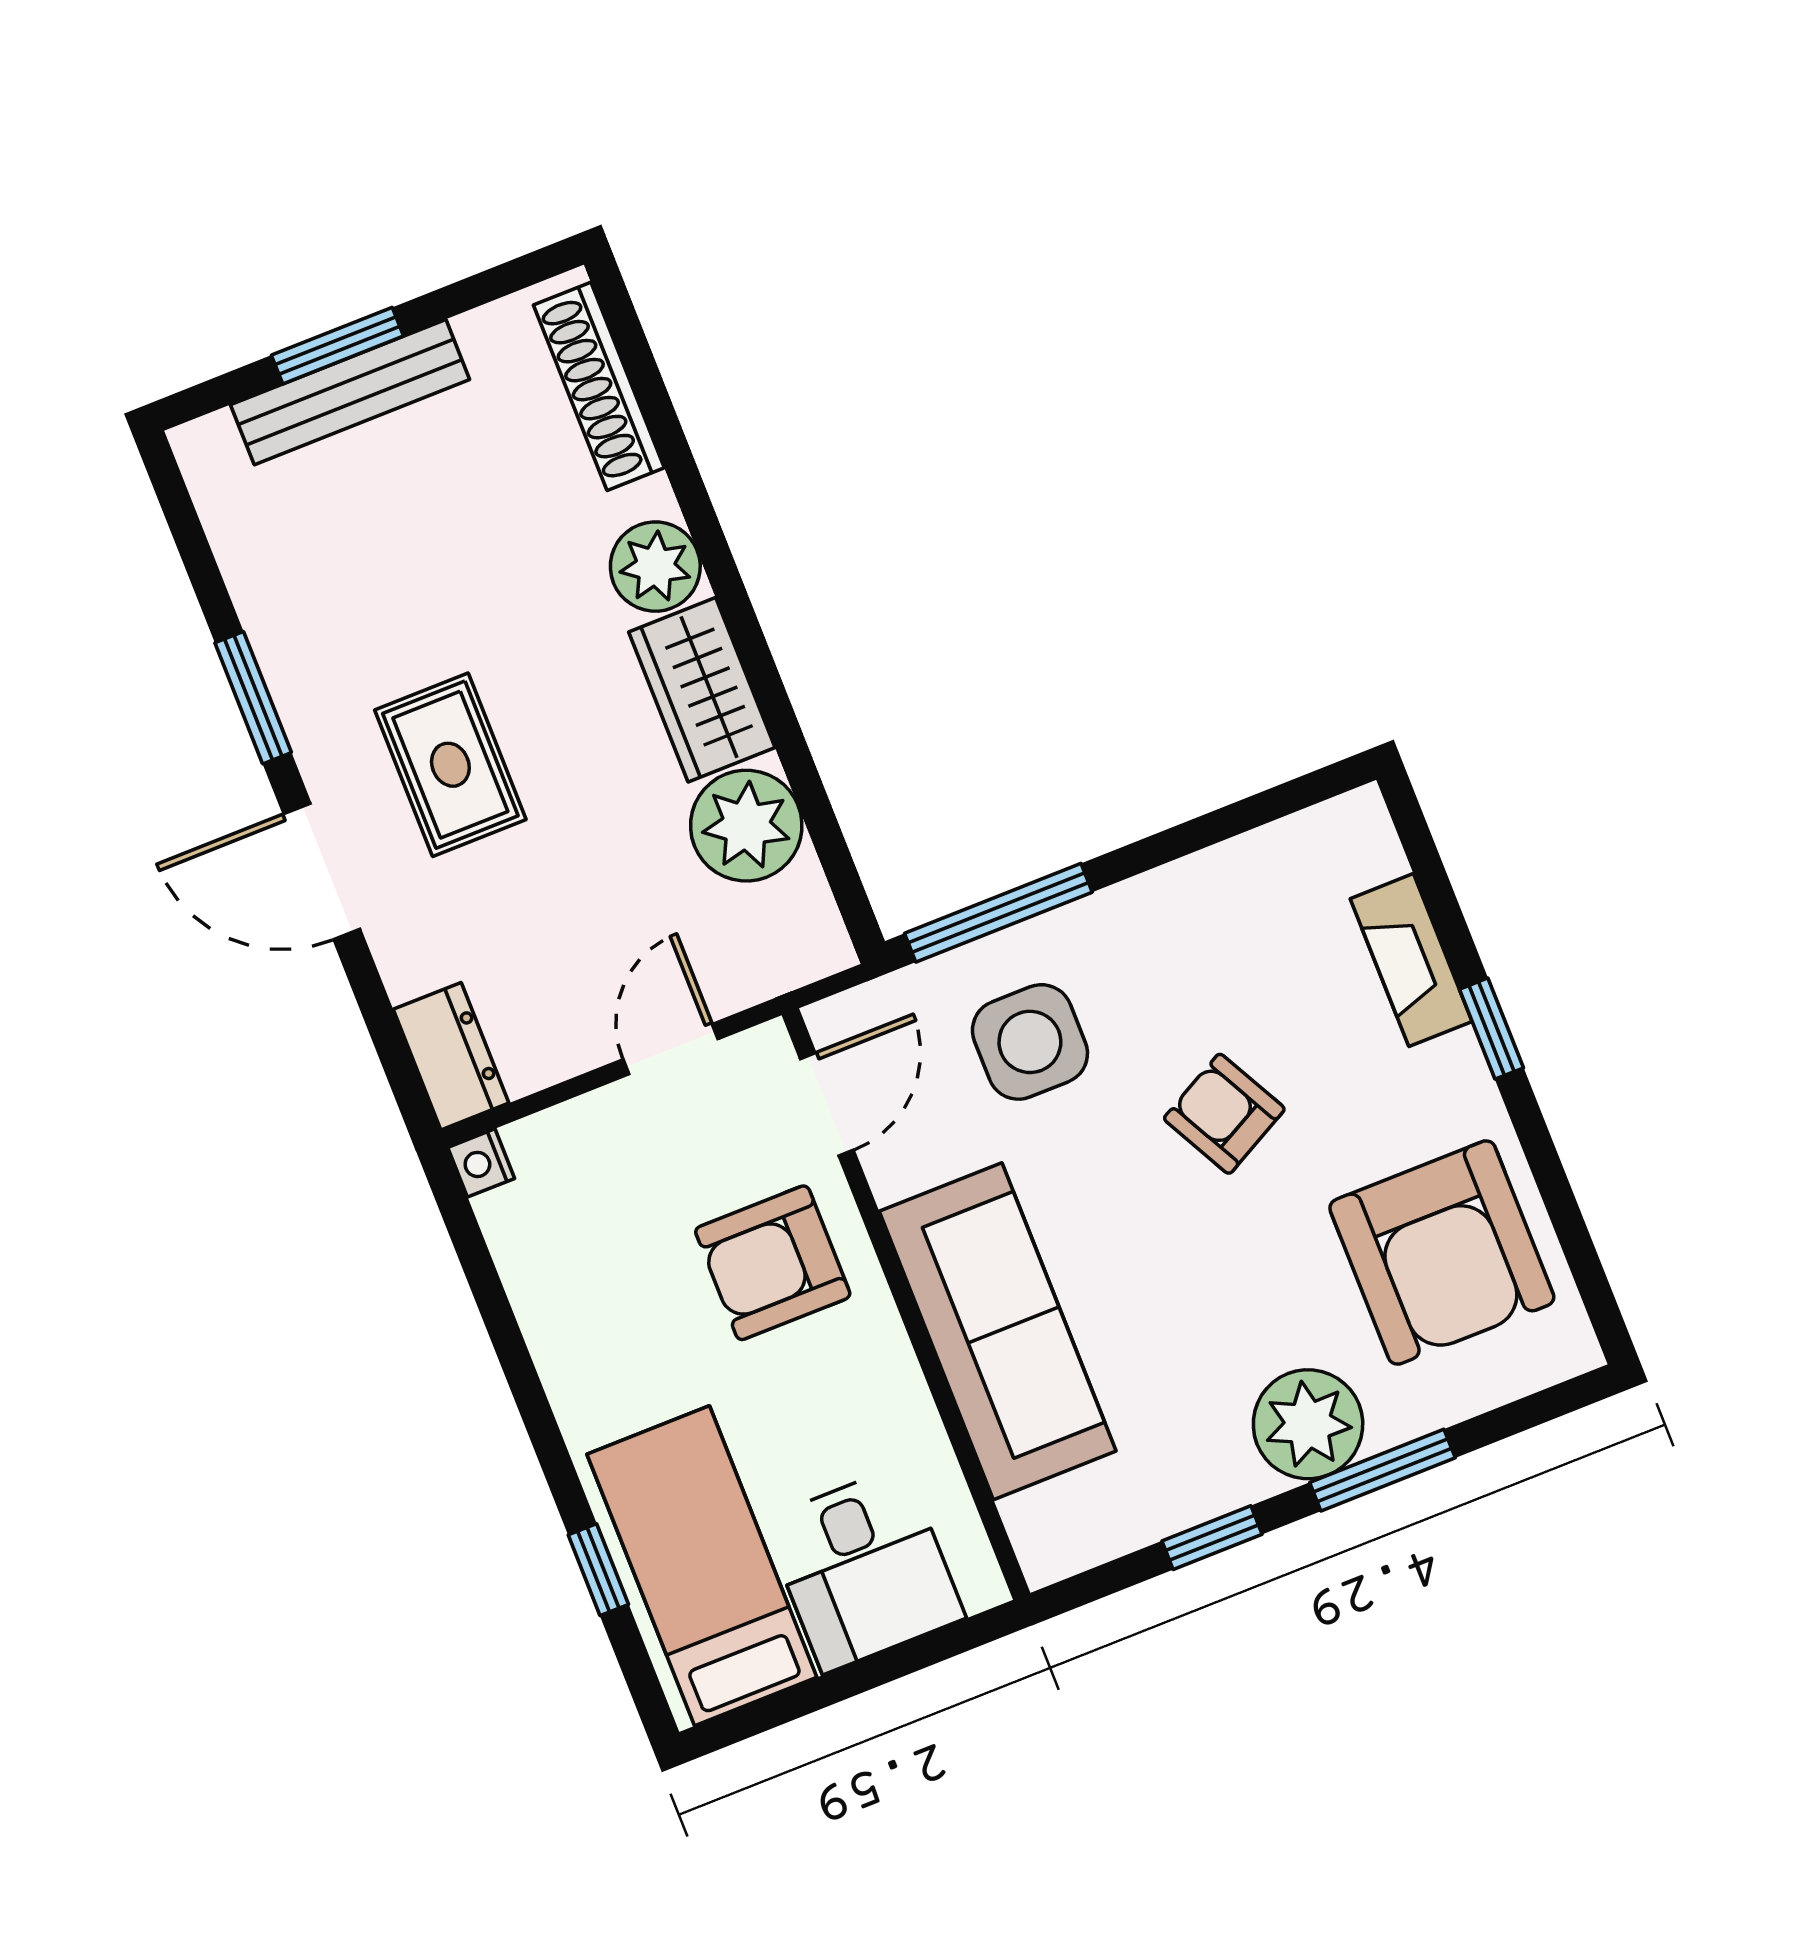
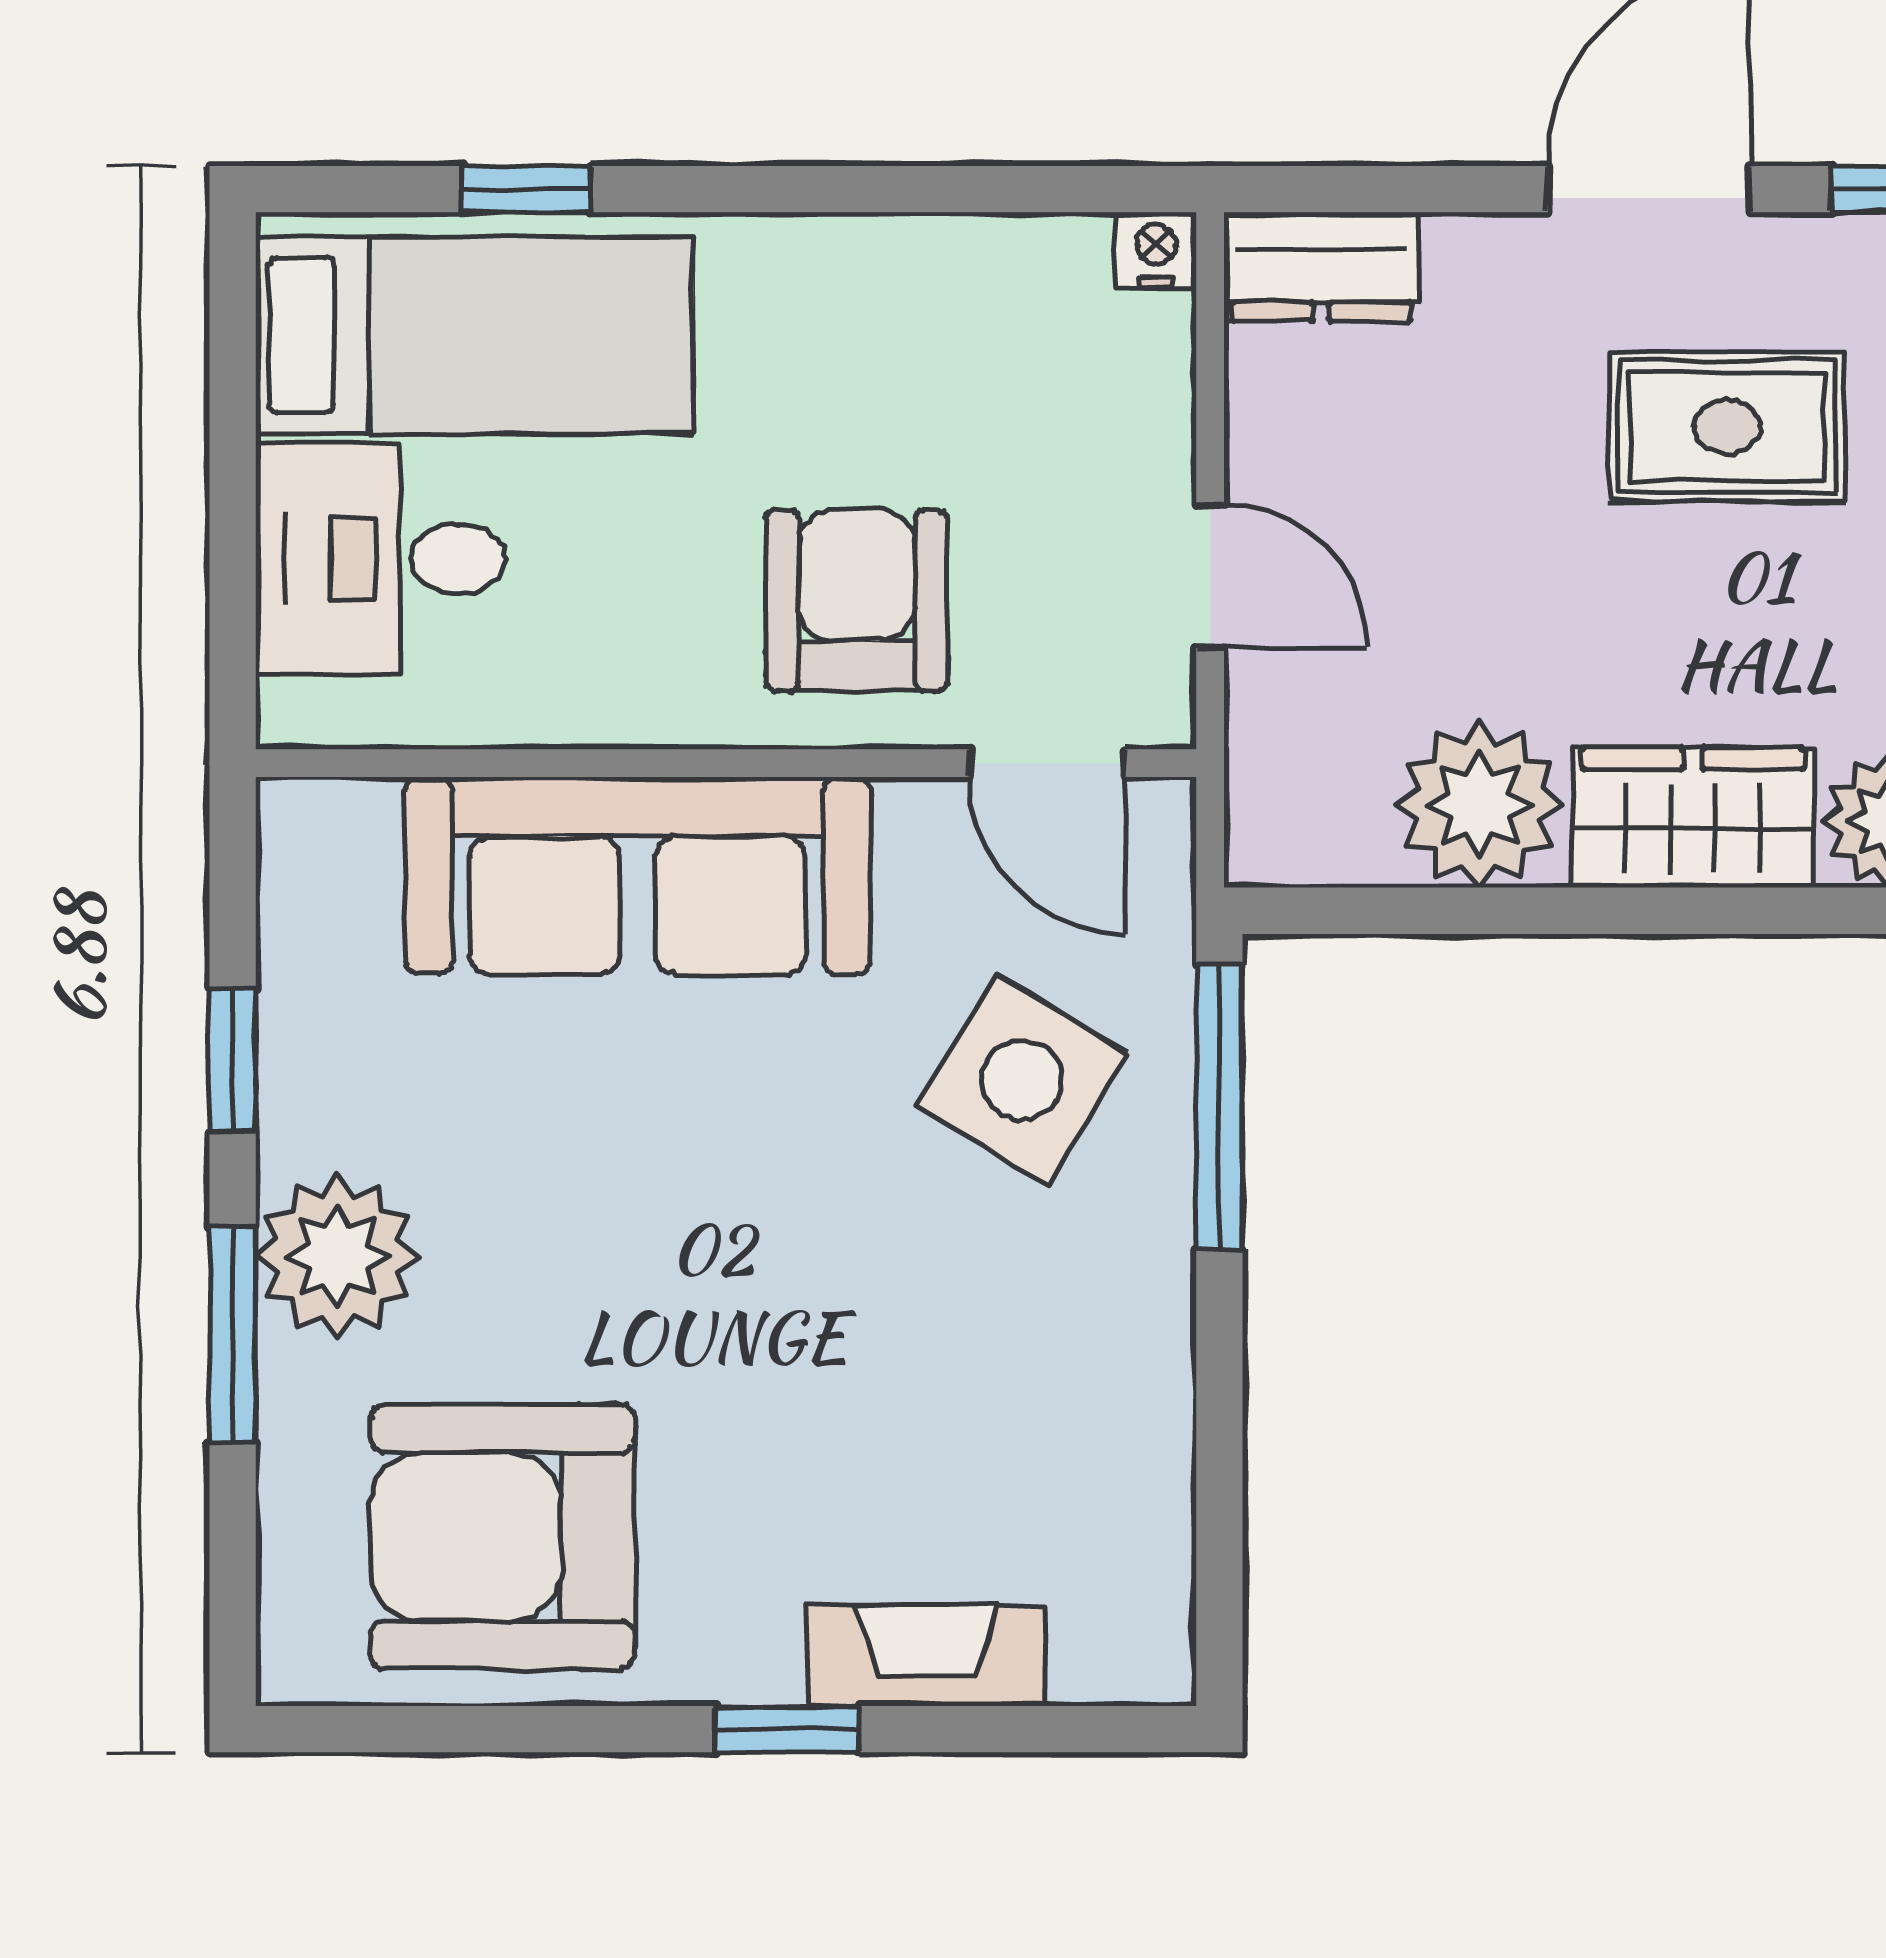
side table: (1030, 1042) -> (1022, 1080), turned 31
armchair: (1224, 1114) -> (815, 1311), removed

